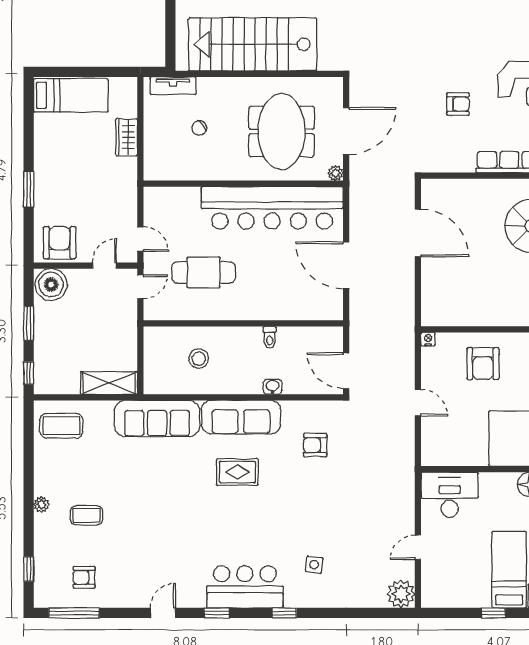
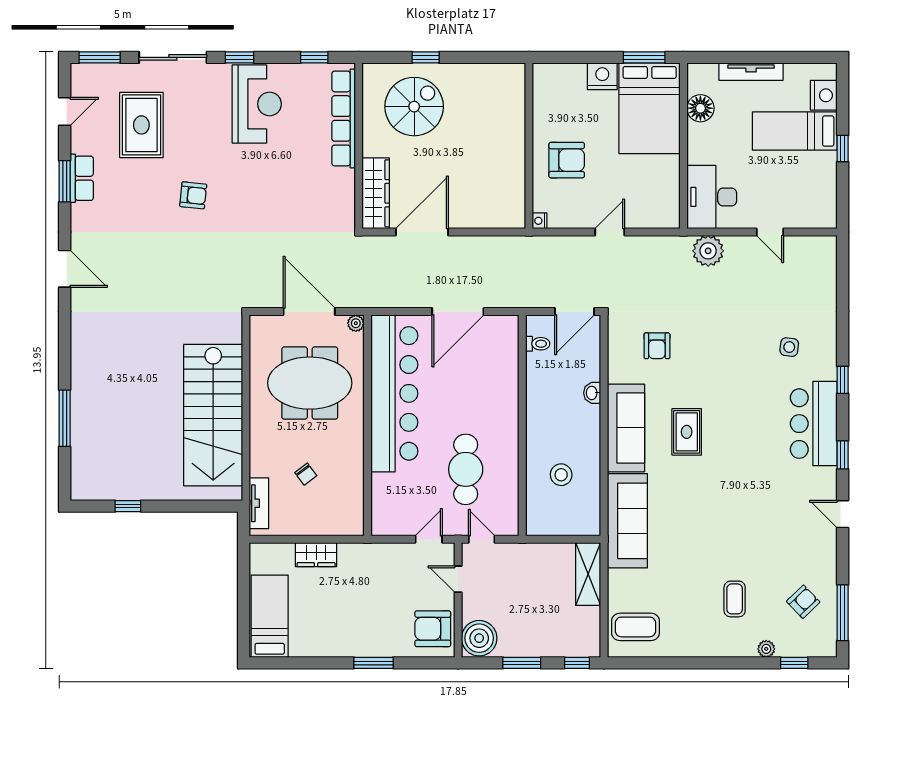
armchair: (458, 104) -> (193, 195), moved, turned 96
wardrobe: (453, 191) -> (376, 193), added
toilet: (270, 337) -> (538, 344), moved
coffee table: (61, 426) -> (636, 627), turned 90
plant: (41, 504) -> (766, 649), moved
armchair: (84, 577) -> (803, 602), turned -134
plant: (401, 594) -> (708, 251), moved

